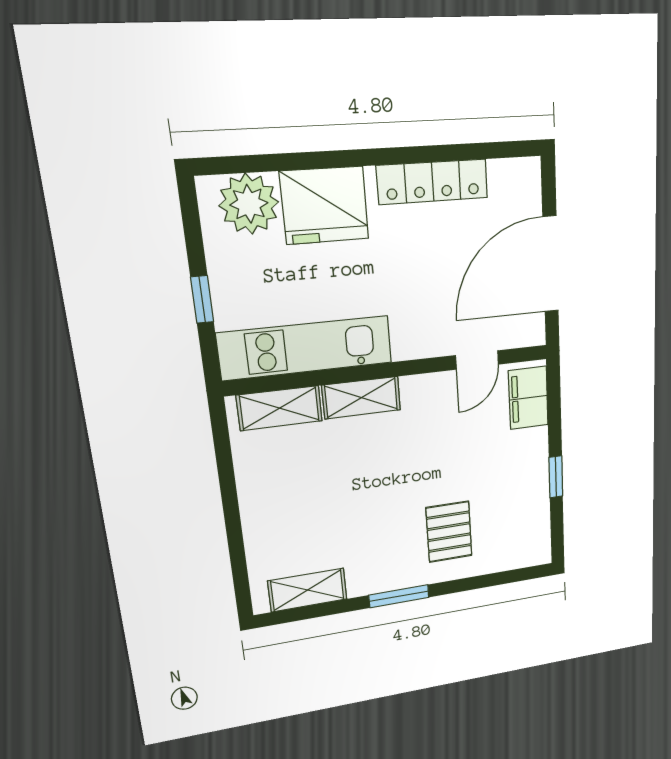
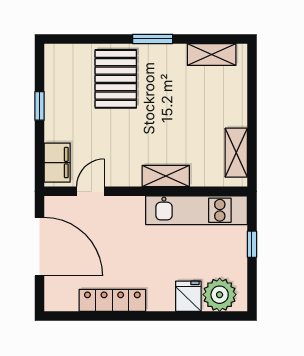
fridge: (325, 205) -> (188, 296), width x0.53, depth x0.75
door: (551, 264) -> (40, 247), hinge flipped
shelving: (280, 408) -> (236, 153), moved, turned 90
pallet: (449, 532) -> (116, 79), width x1.50, depth x1.42

